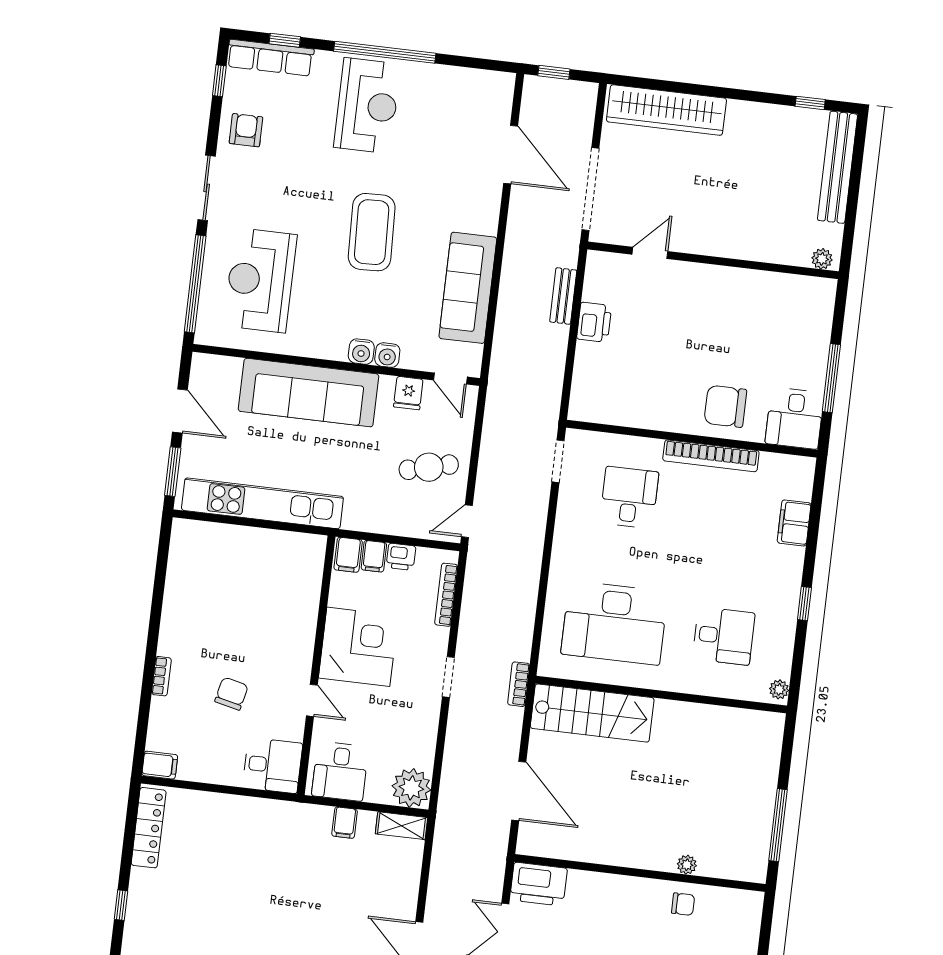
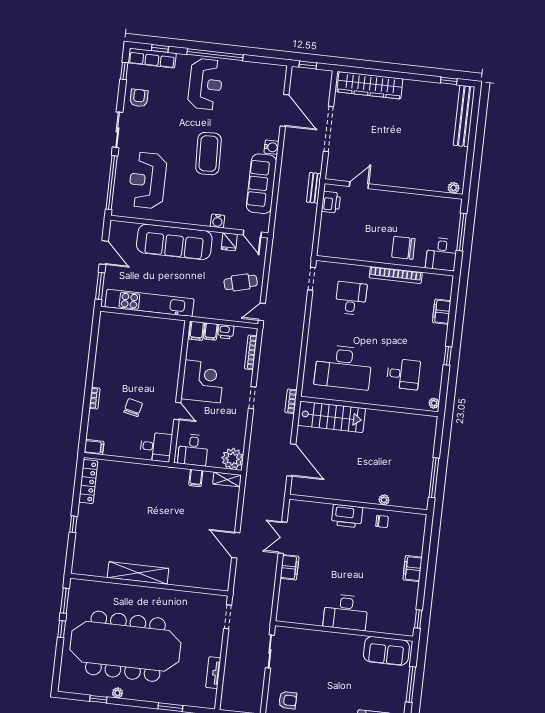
door: (650, 253) -> (359, 185), moved
plant: (822, 259) -> (454, 188), moved
wall: (713, 260) -> (394, 189), moved
water cooler: (361, 352) -> (271, 147), moved, turned -90
printer: (538, 884) -> (347, 516), moved

